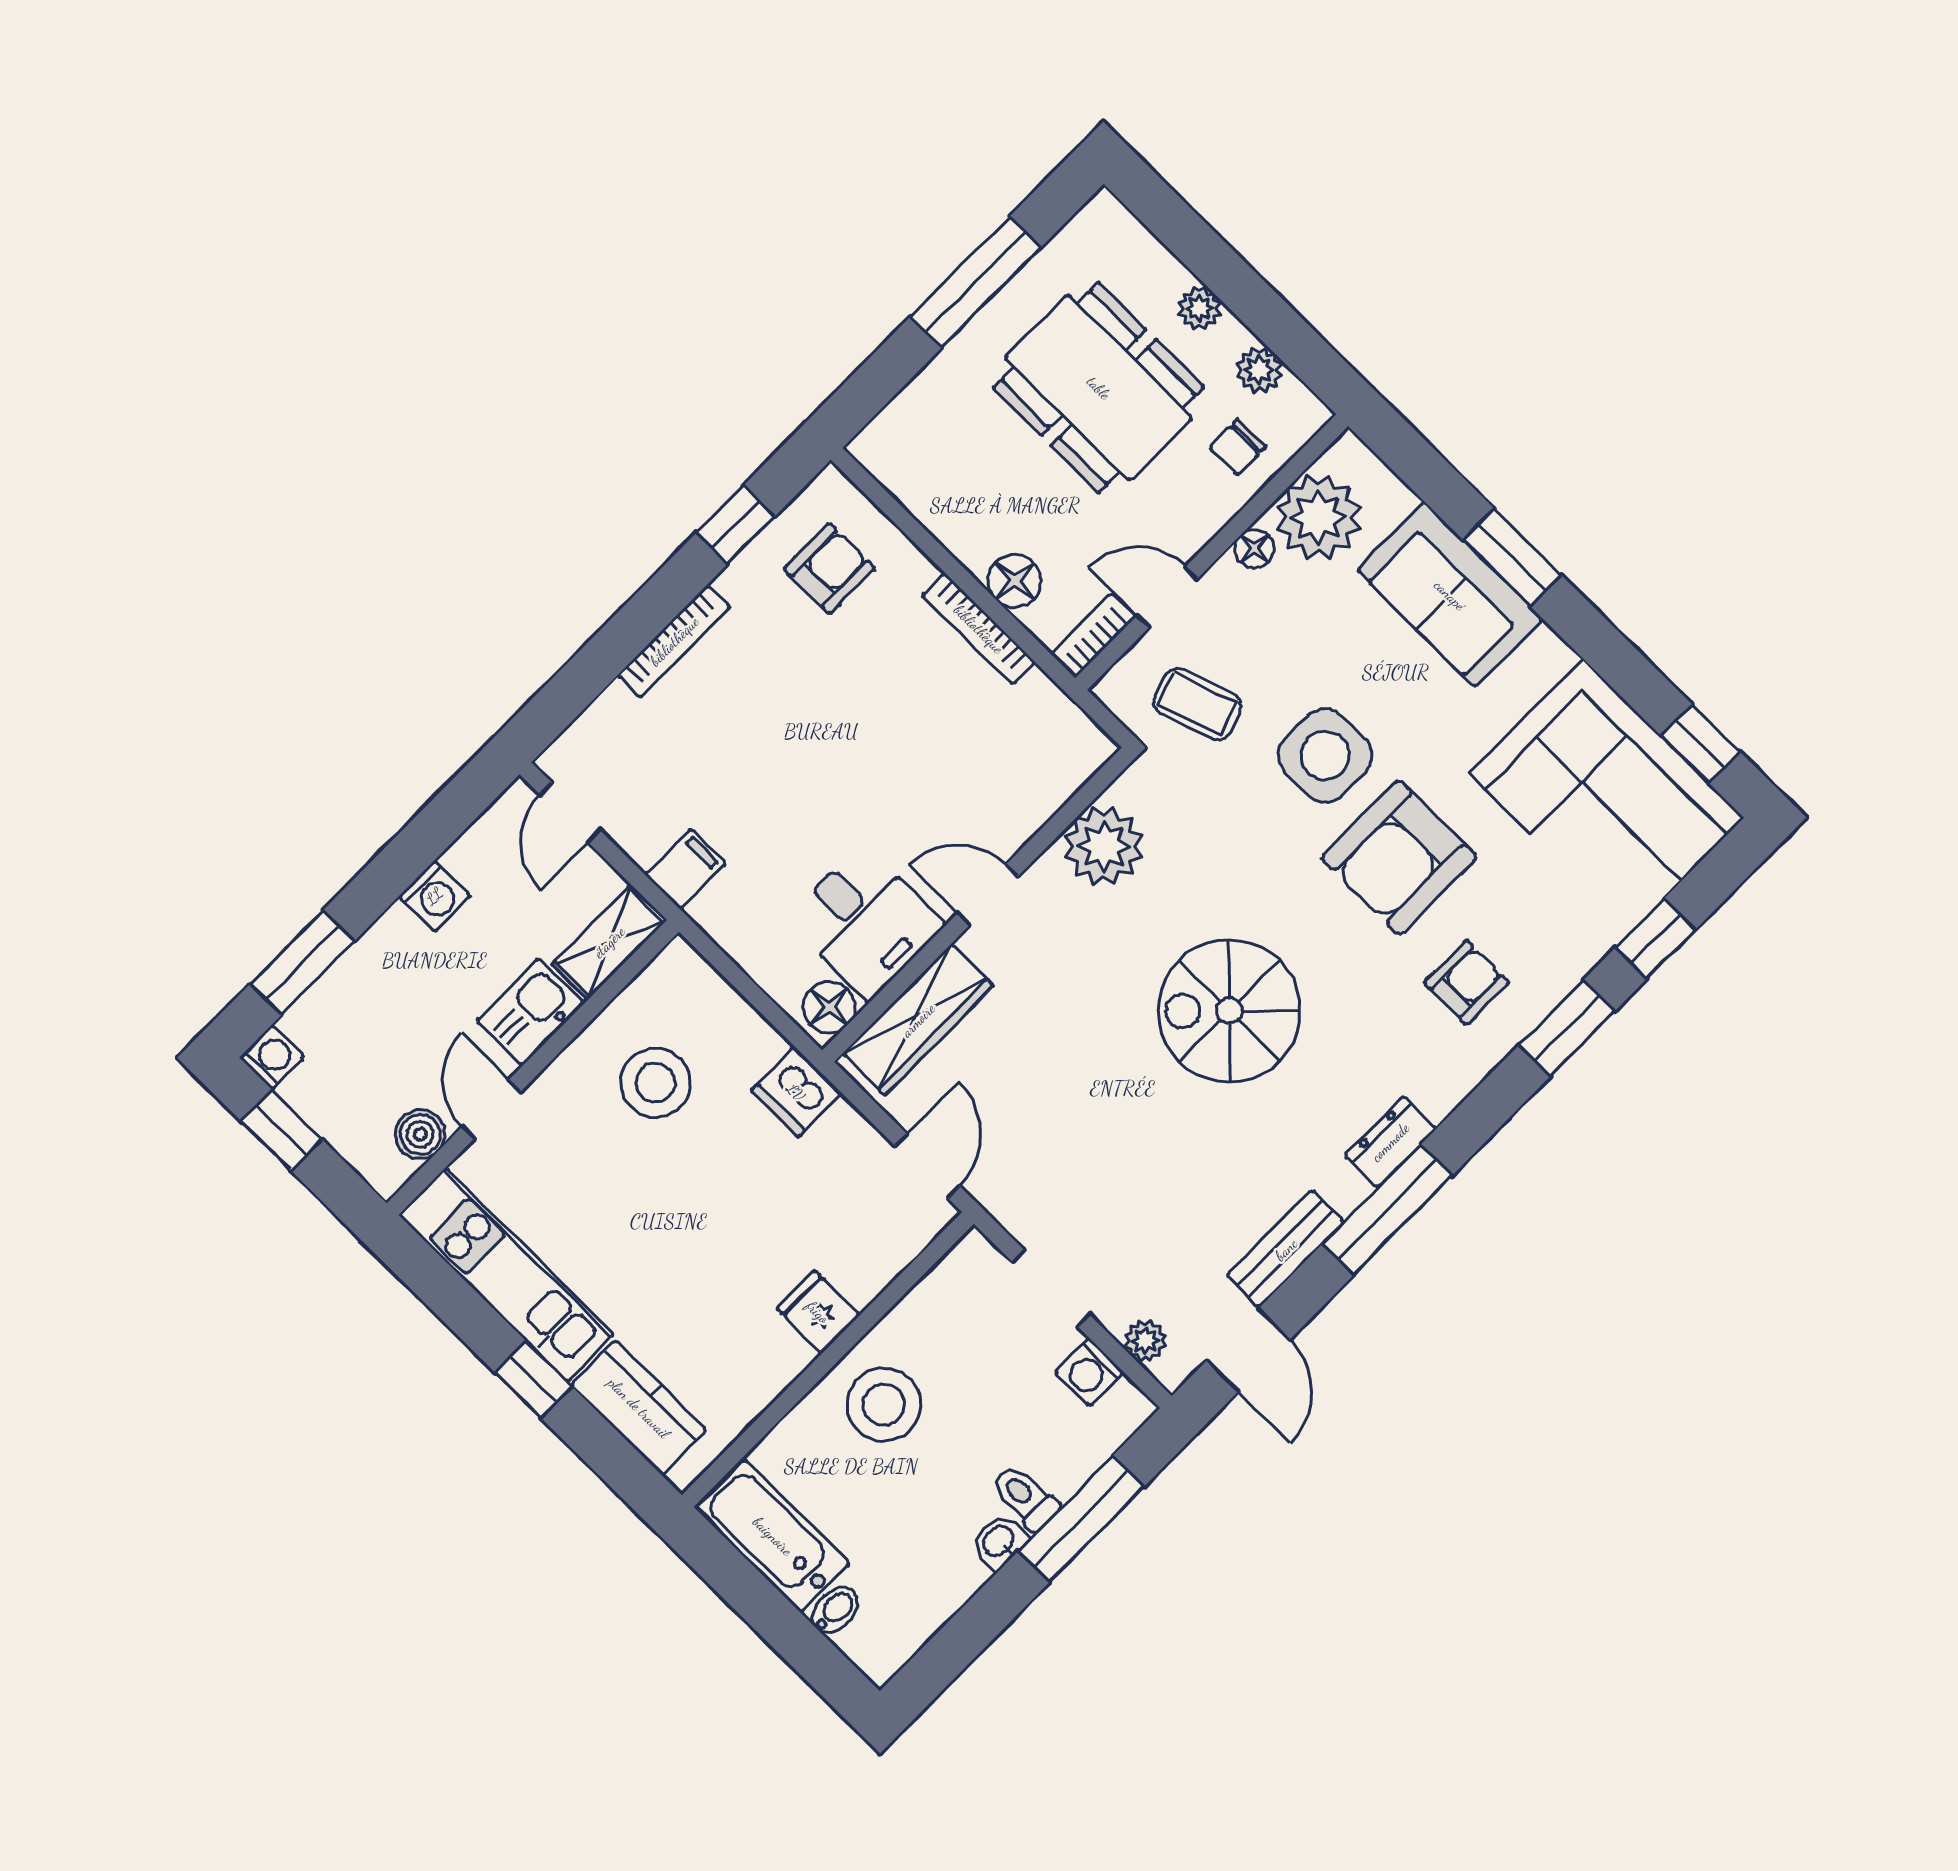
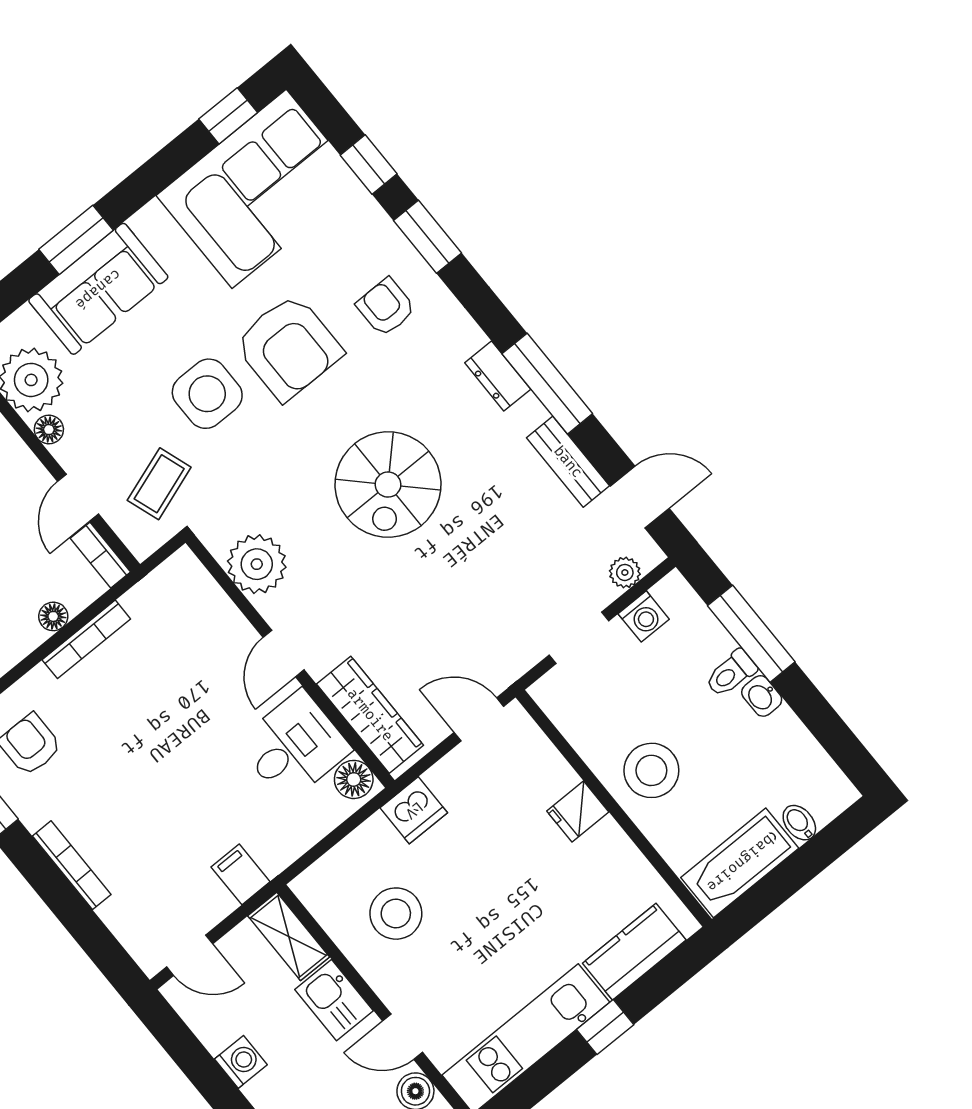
floor lamp: (1015, 581) -> (53, 616), width x0.73, depth x0.73

